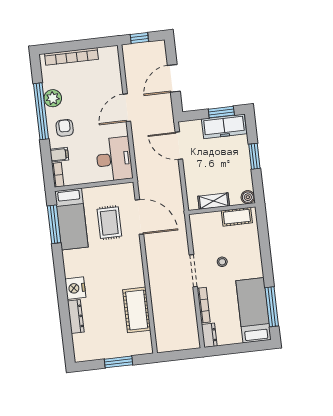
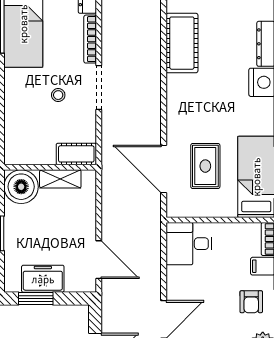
freezer: (224, 126) -> (43, 279), width x0.71
desk: (114, 159) -> (189, 244), width x0.73
boiler: (248, 197) -> (21, 187), width x1.86, depth x1.86
cot: (237, 217) -> (76, 154), moved

